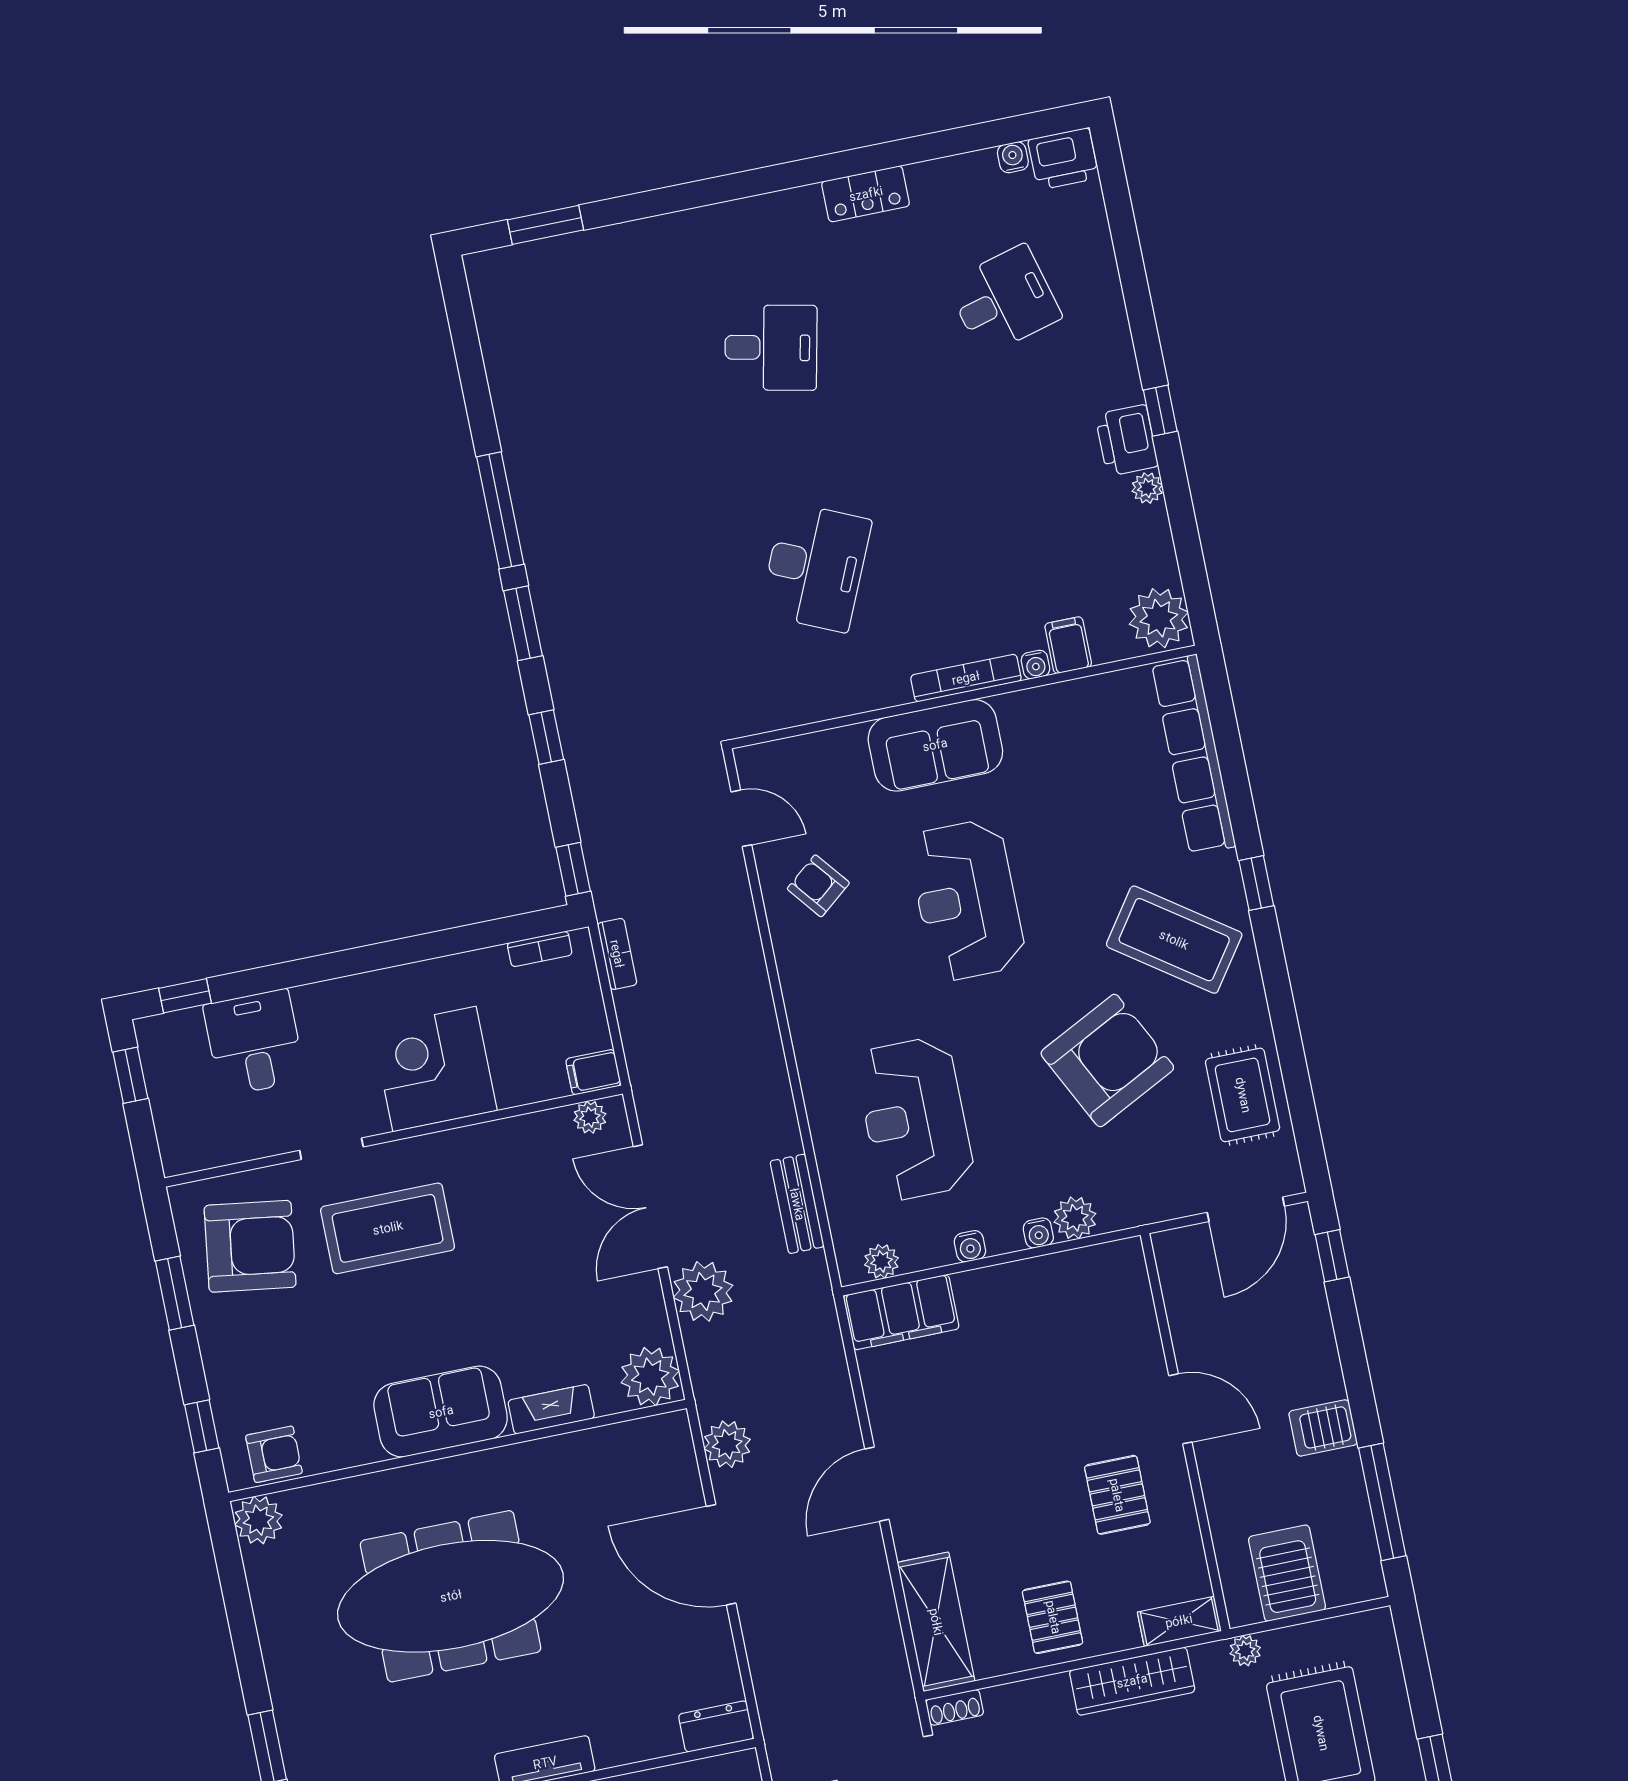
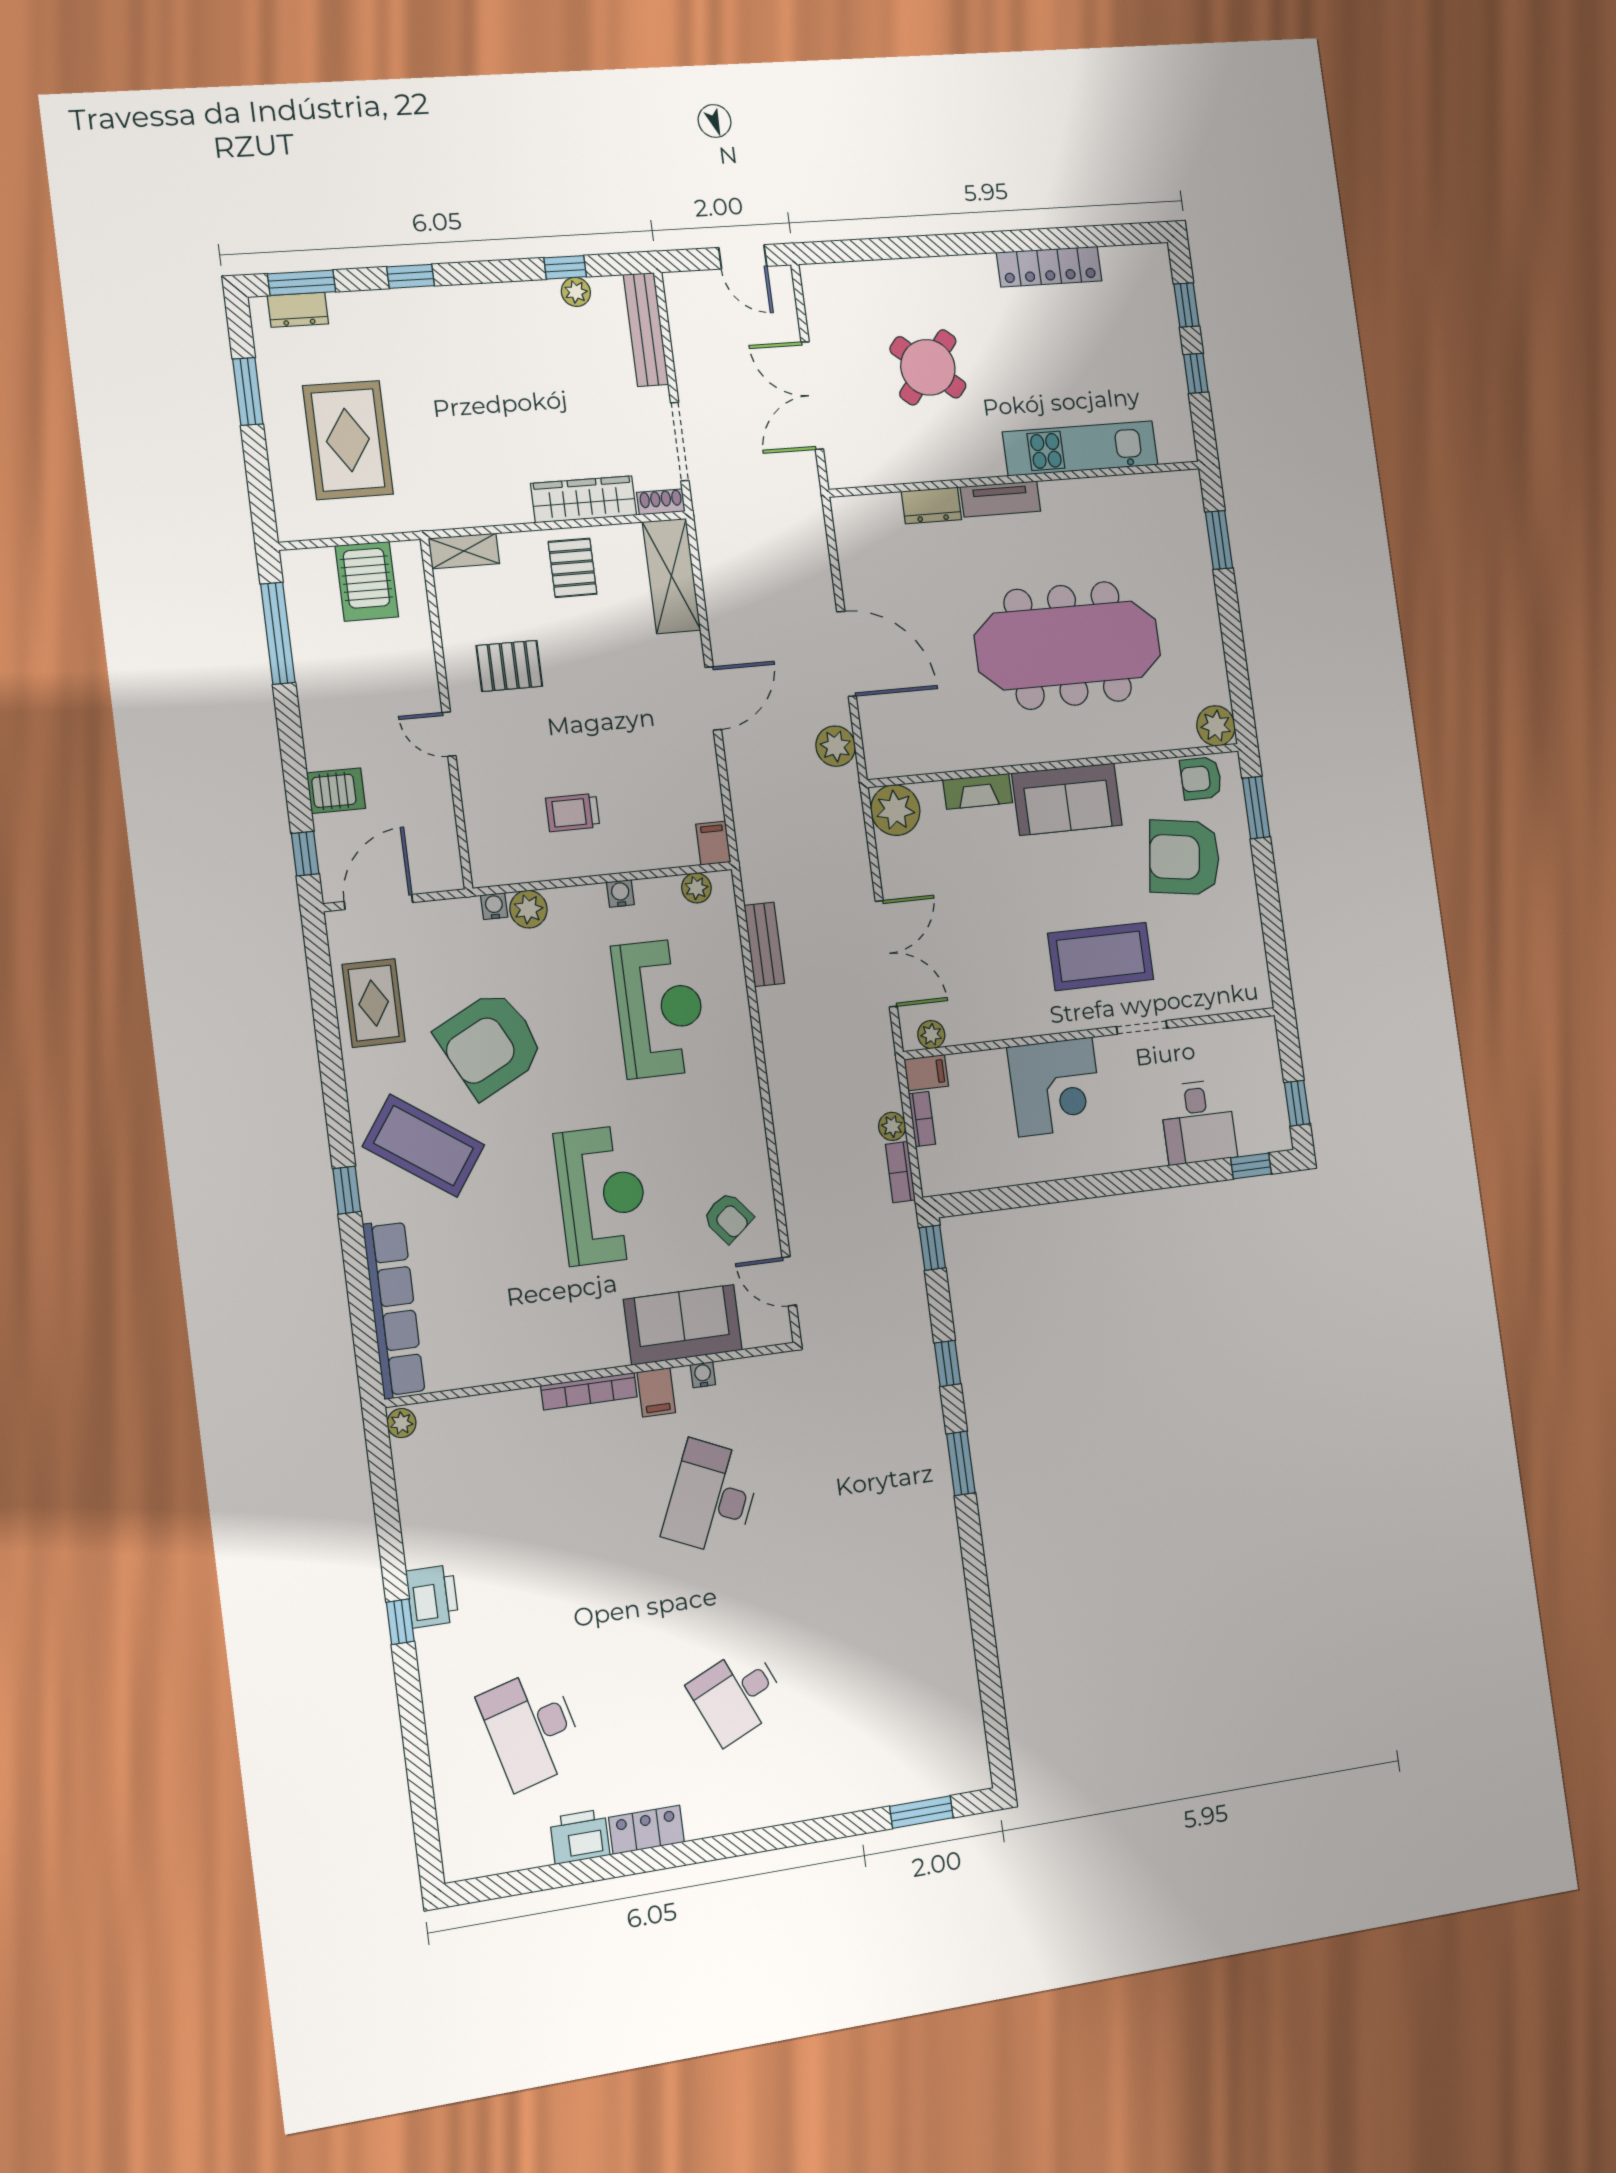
water cooler: (1013, 157) -> (515, 1858), removed
printer: (1063, 159) -> (580, 1837), moved
desk: (1004, 300) -> (532, 1729), width x1.37
desk: (771, 348) -> (737, 1695), turned -36
plant: (1147, 488) -> (417, 1552), removed
window: (500, 510) -> (974, 1563), removed
plant: (1159, 618) -> (402, 1423), width x0.53, depth x0.53
filing cabinet: (1068, 645) -> (656, 1392), moved
water cooler: (1035, 664) -> (703, 1375), moved
sofa: (935, 745) -> (683, 1325), moved
bookcase: (540, 949) -> (922, 1119), moved, turned 90
water cooler: (1038, 1233) -> (494, 906), moved
armchair: (250, 1246) -> (1184, 857), moved
plant: (703, 1291) -> (892, 1126), moved, width x0.53, depth x0.53
window: (175, 1293) -> (1272, 919), removed
filing cabinet: (901, 1312) -> (713, 843), width x0.33, depth x0.86
trolley: (1032, 1334) -> (573, 812), added
door: (1180, 1409) -> (449, 734), width x0.73
window: (202, 1426) -> (1256, 808), width x1.50
server rack: (1323, 1428) -> (336, 791), moved
pallet: (1117, 1495) -> (509, 666), turned 90
plant: (1245, 1651) -> (409, 519), removed
wardrobe: (1132, 1681) -> (584, 499), moved
dresser: (716, 1726) -> (931, 505), moved

